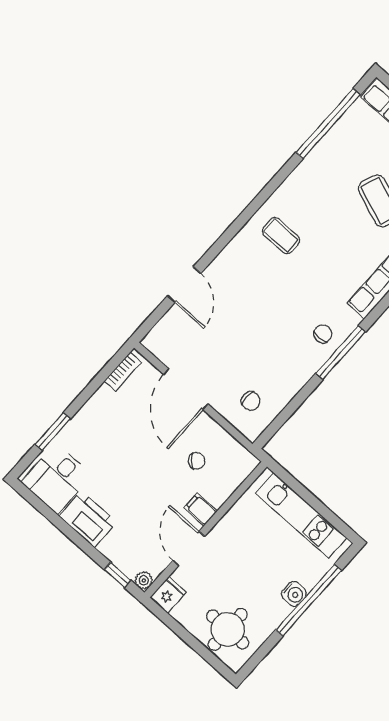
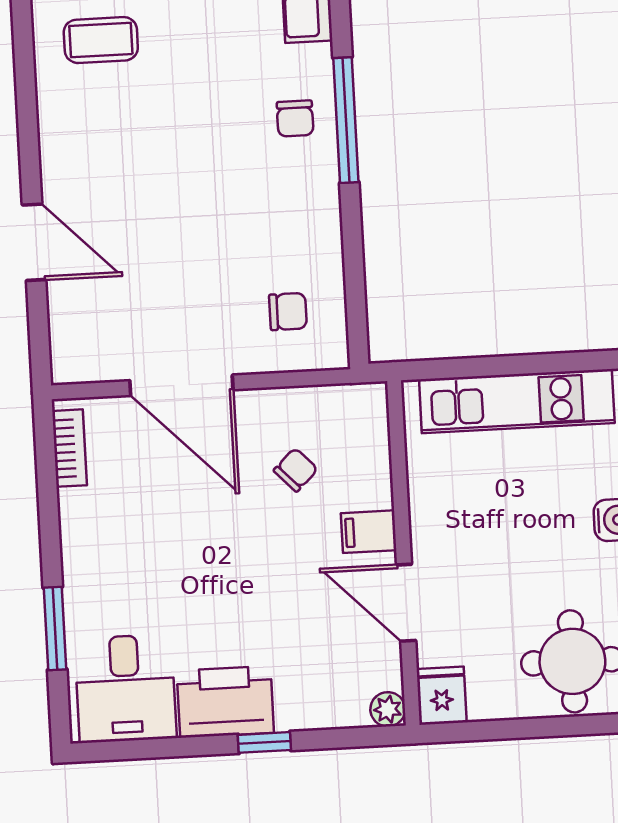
chair: (323, 334) -> (295, 118), turned 180
window: (118, 575) -> (264, 742), moved

